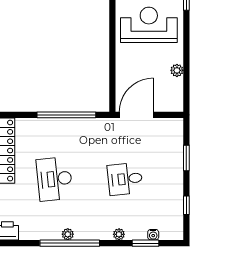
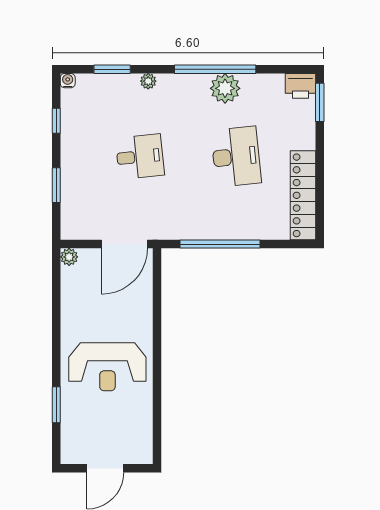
plant: (177, 70) -> (69, 257), moved
plant: (68, 234) -> (225, 88), width x1.87, depth x1.87
water cooler: (153, 235) -> (68, 81), moved

